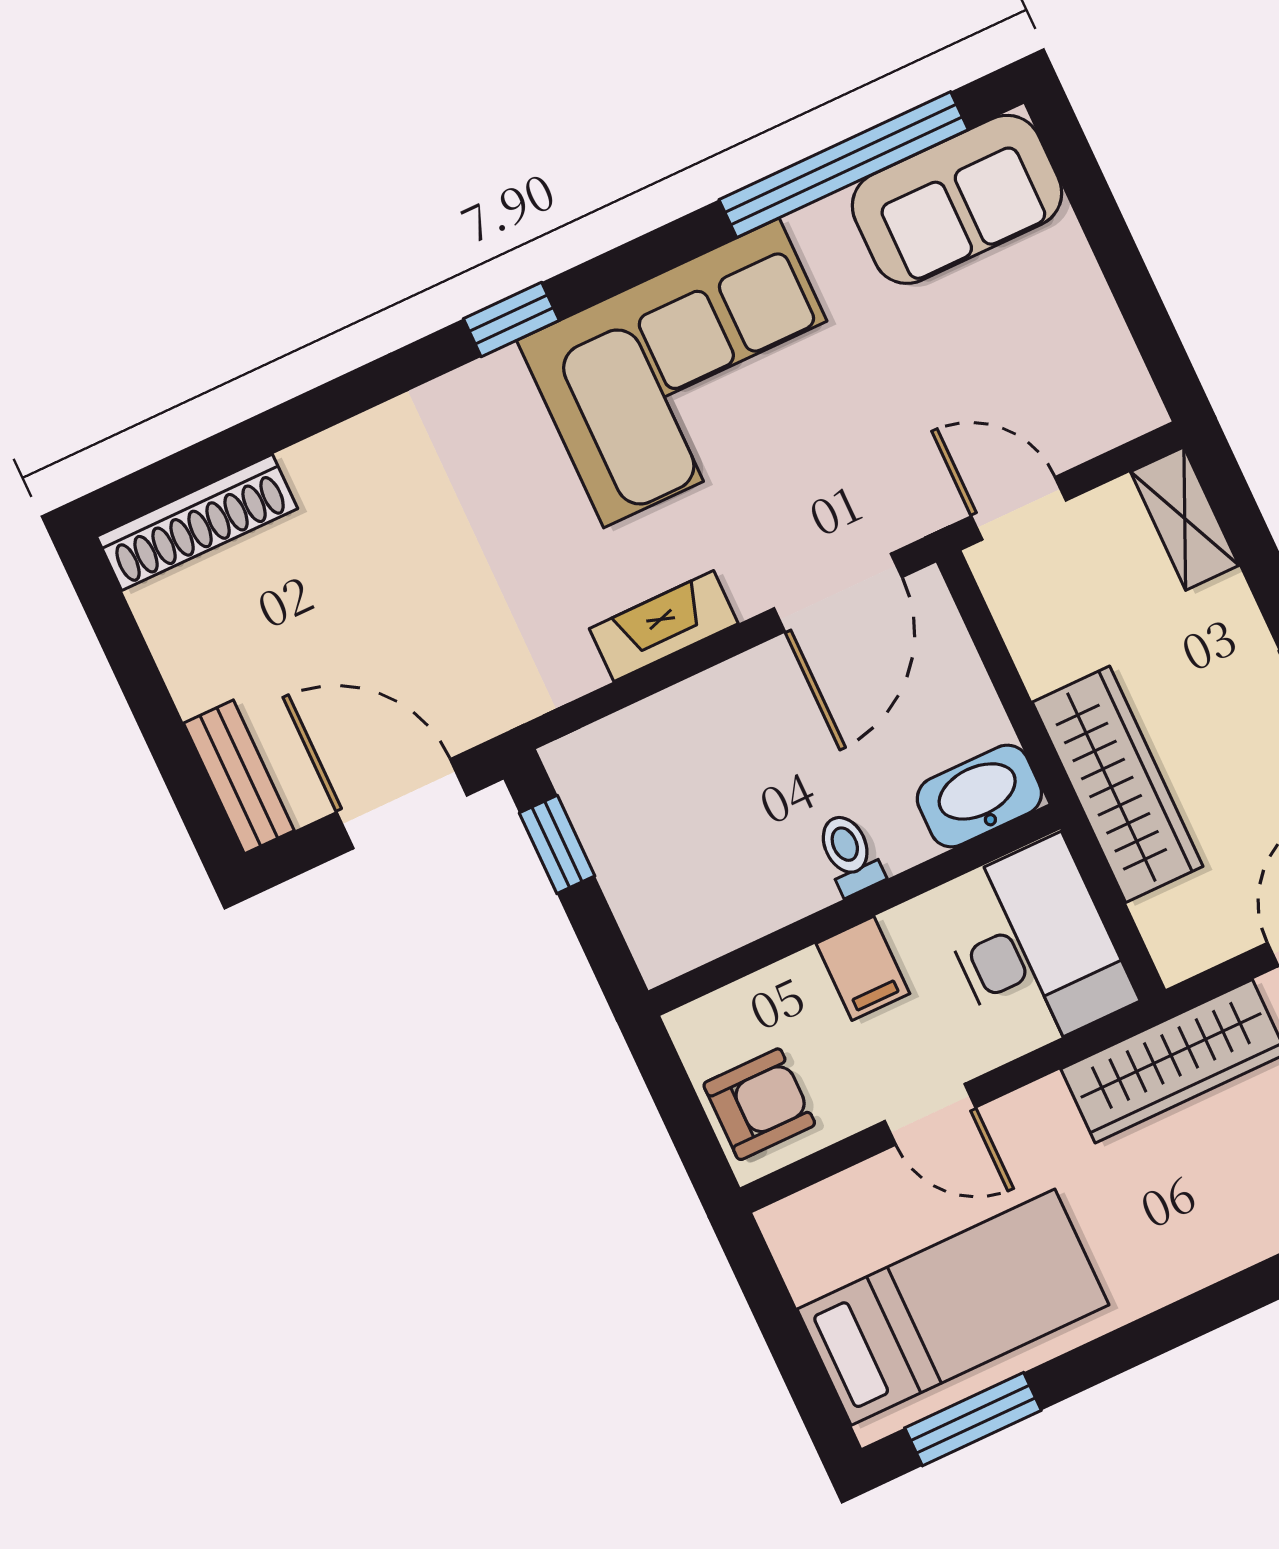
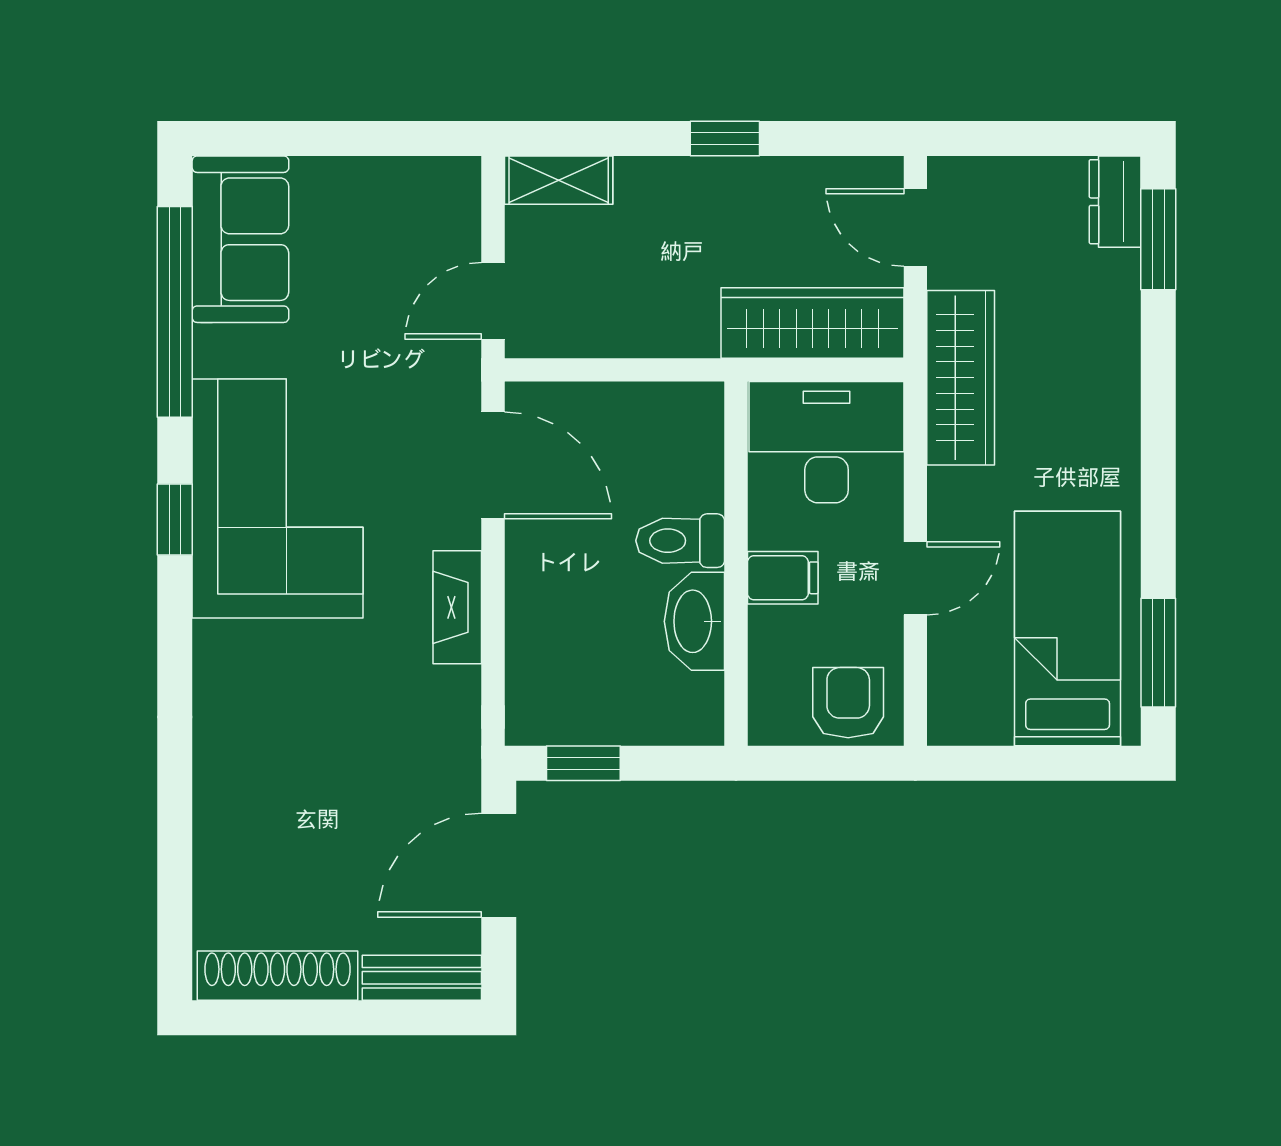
window: (511, 320) -> (175, 519), moved
shoe rack: (197, 522) -> (278, 976), moved, turned -90
wardrobe: (1118, 784) -> (813, 323), moved
washbasin: (979, 796) -> (694, 621), moved
toilet: (849, 854) -> (680, 541), width x1.37, depth x1.39

